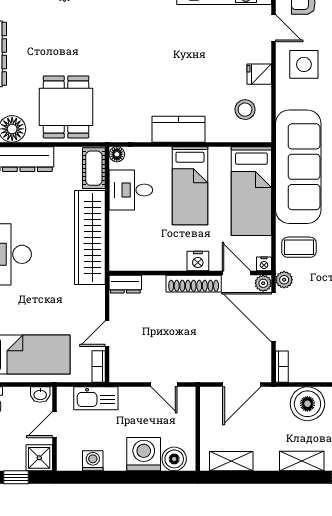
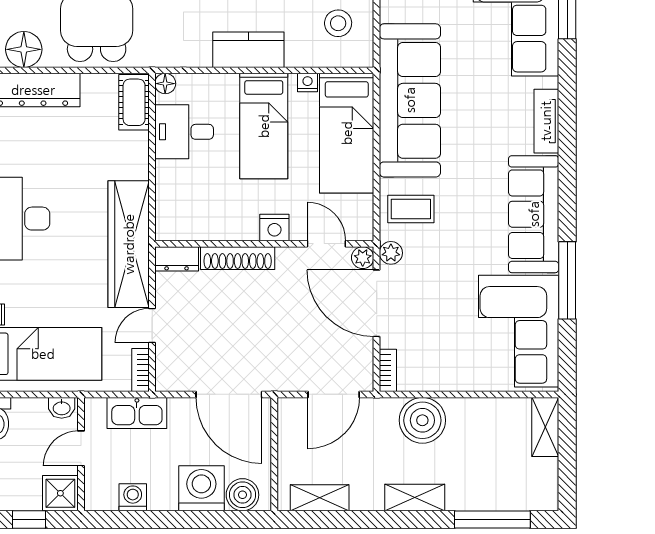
wardrobe: (90, 237) -> (129, 244), moved
nightstand: (264, 264) -> (308, 83), moved, turned 180
shoe rack: (194, 284) -> (238, 258), moved
door: (164, 385) -> (229, 394), width x1.87

